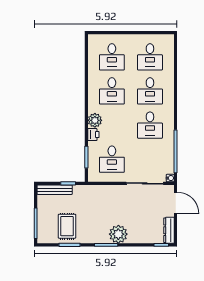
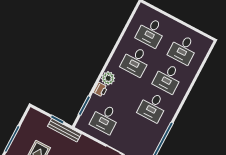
bench: (55, 190) -> (64, 130), moved

